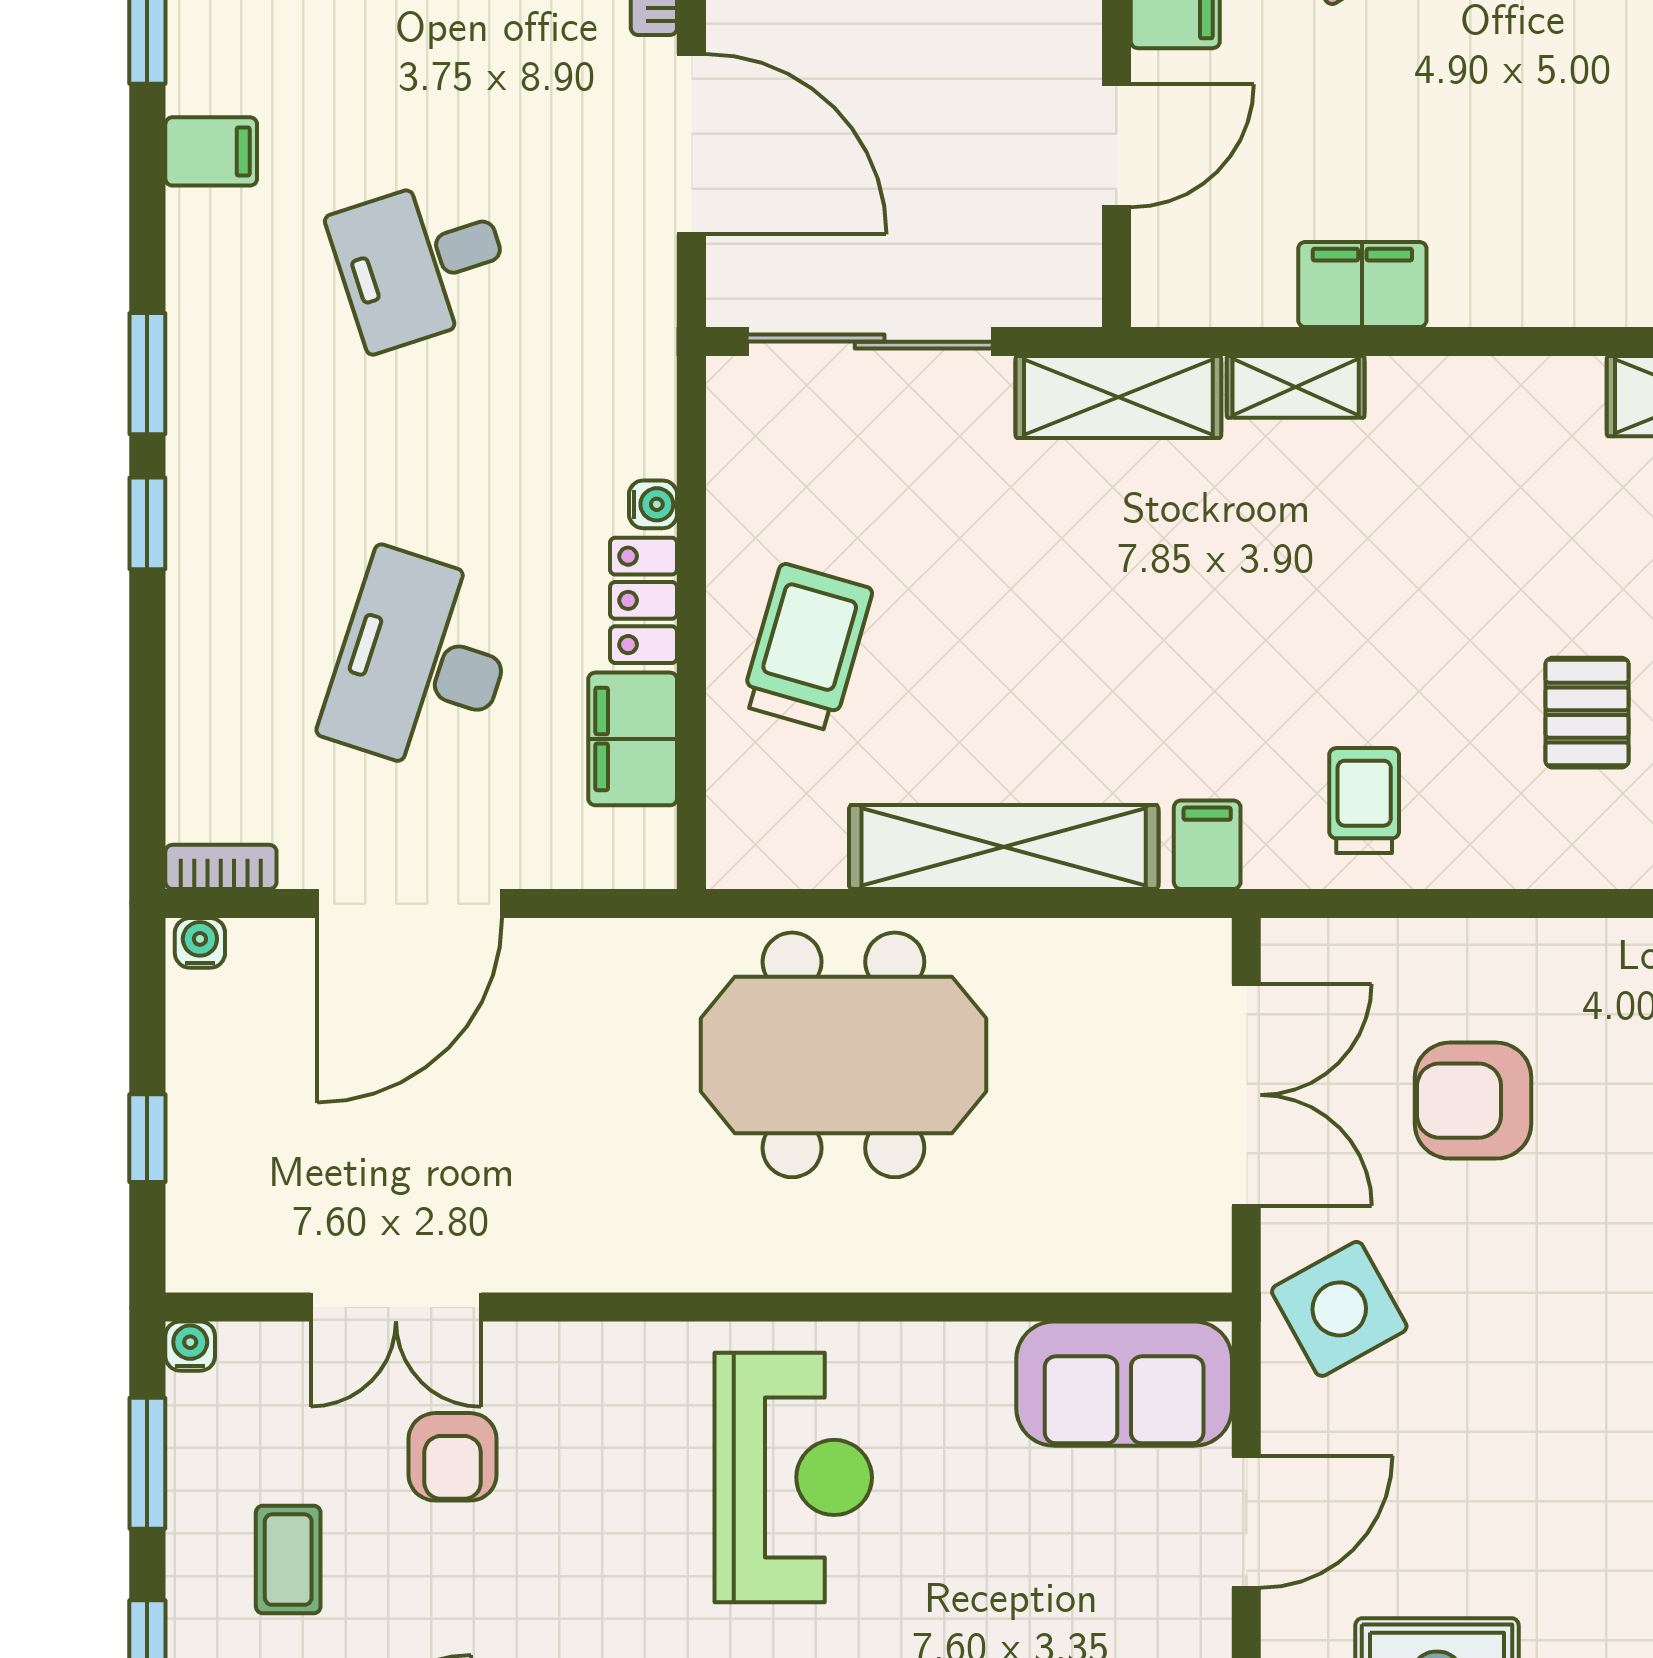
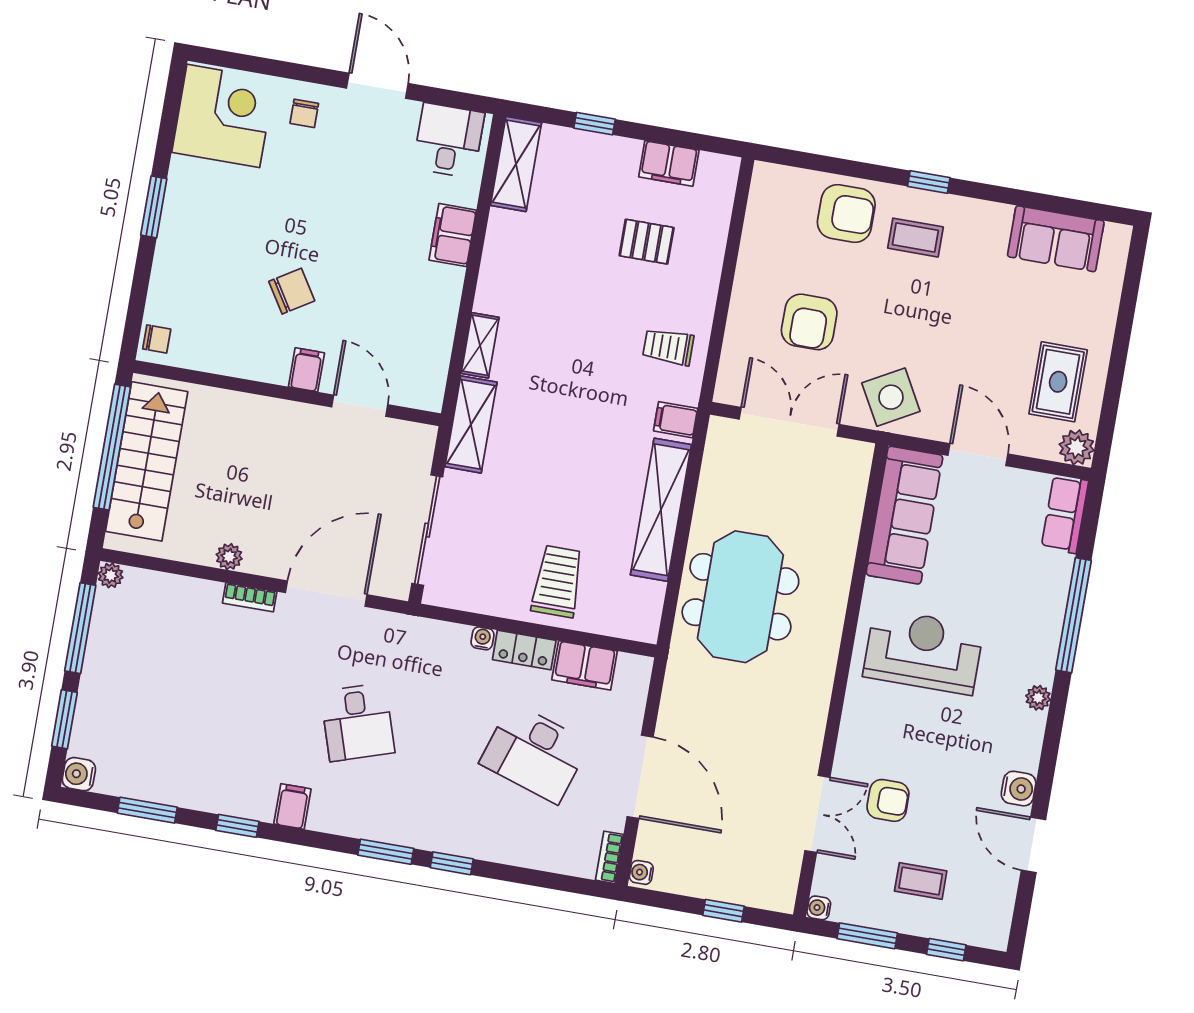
filing cabinet: (1362, 284) -> (453, 235), moved
trolley: (807, 647) -> (557, 581), turned 74
sofa: (1124, 1384) -> (904, 515), width x1.36

